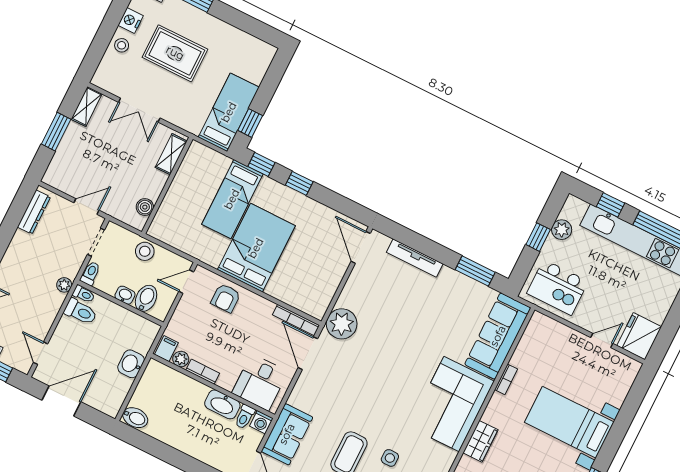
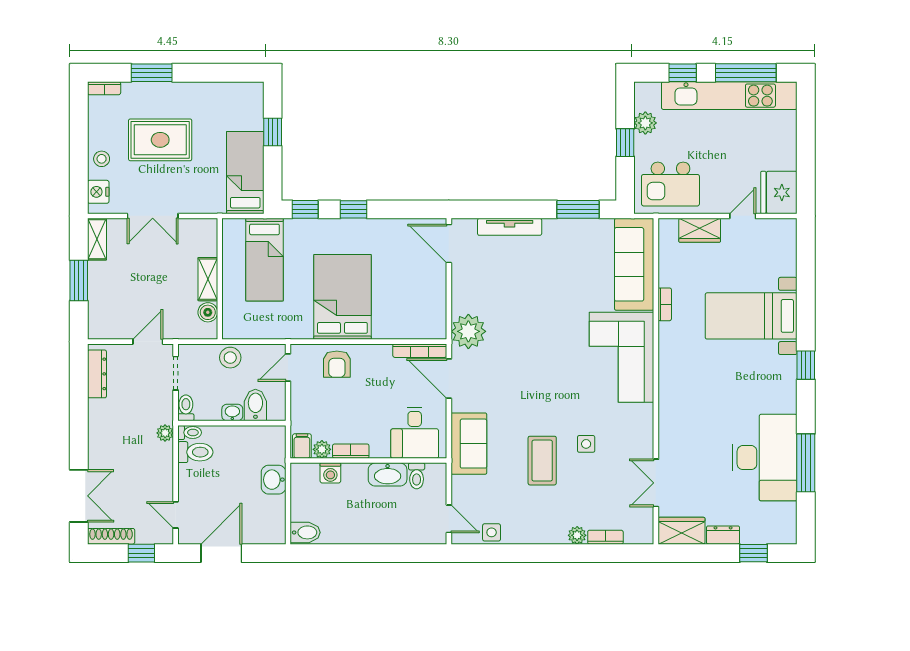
nightstand: (131, 21) -> (98, 192), moved
window: (250, 123) -> (273, 132), moved
shelving: (171, 154) -> (208, 279), moved
bed: (232, 199) -> (264, 260), moved
washing machine: (261, 422) -> (330, 473), moved
sofa: (287, 434) -> (469, 444), moved
wardrobe: (481, 441) -> (700, 230), moved, turned 90

